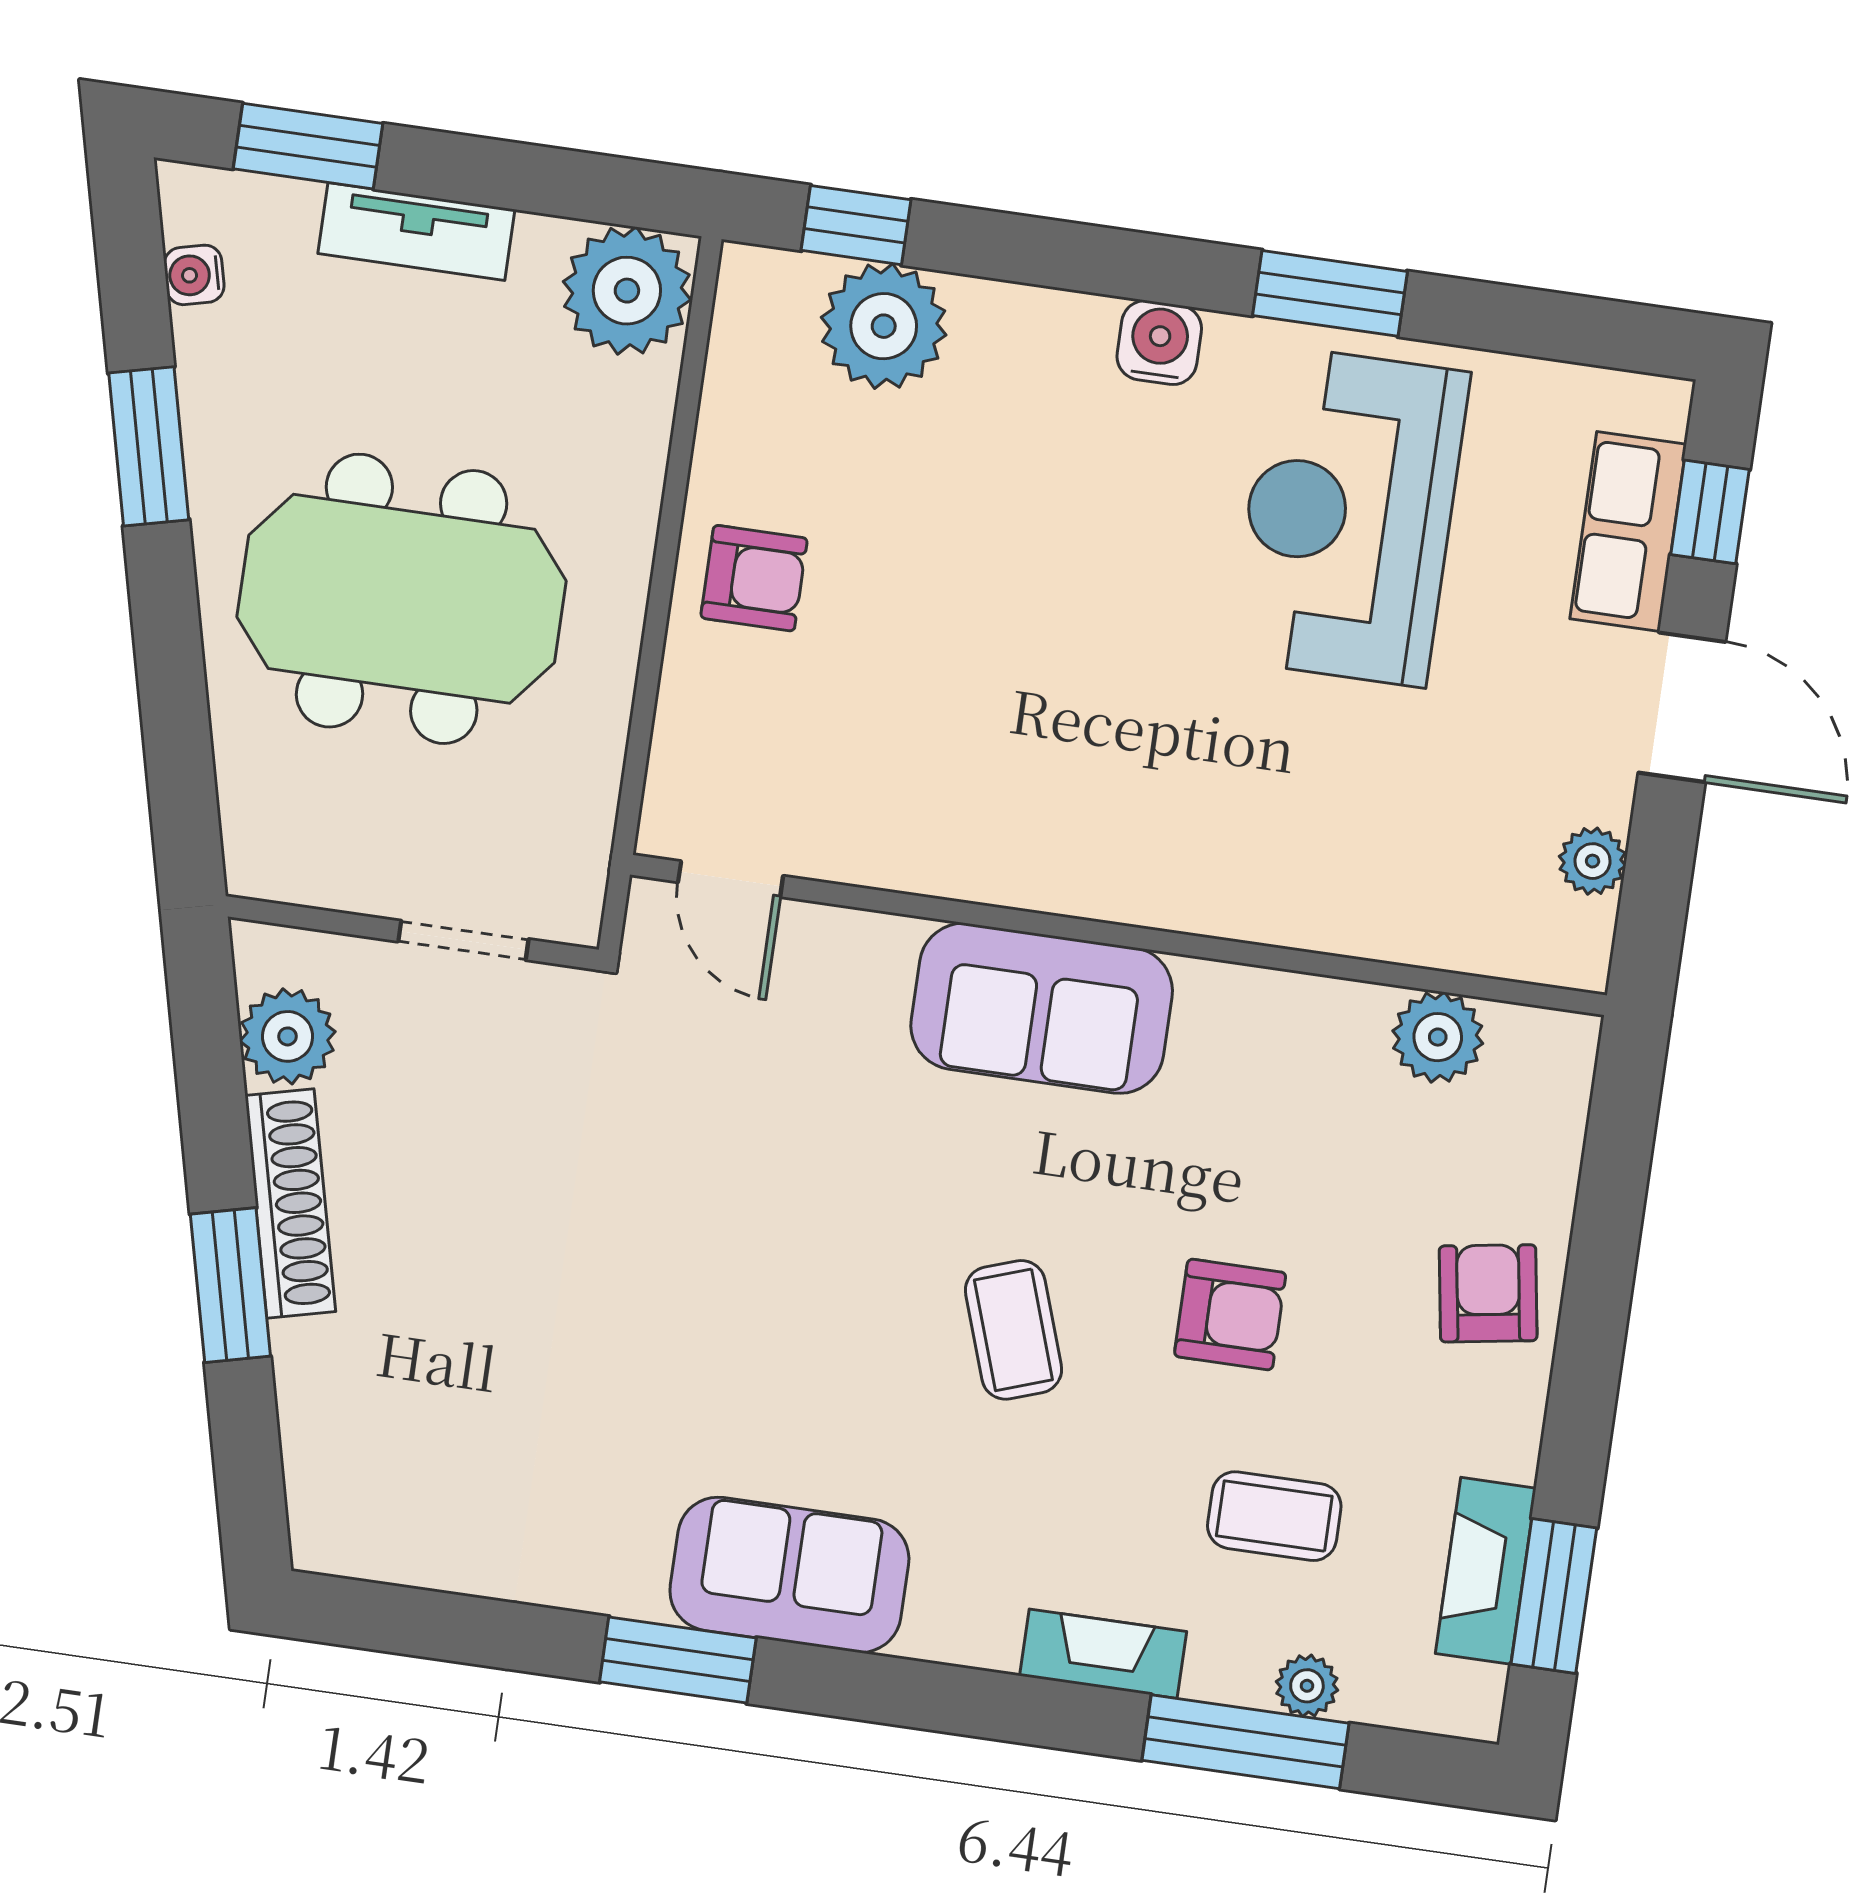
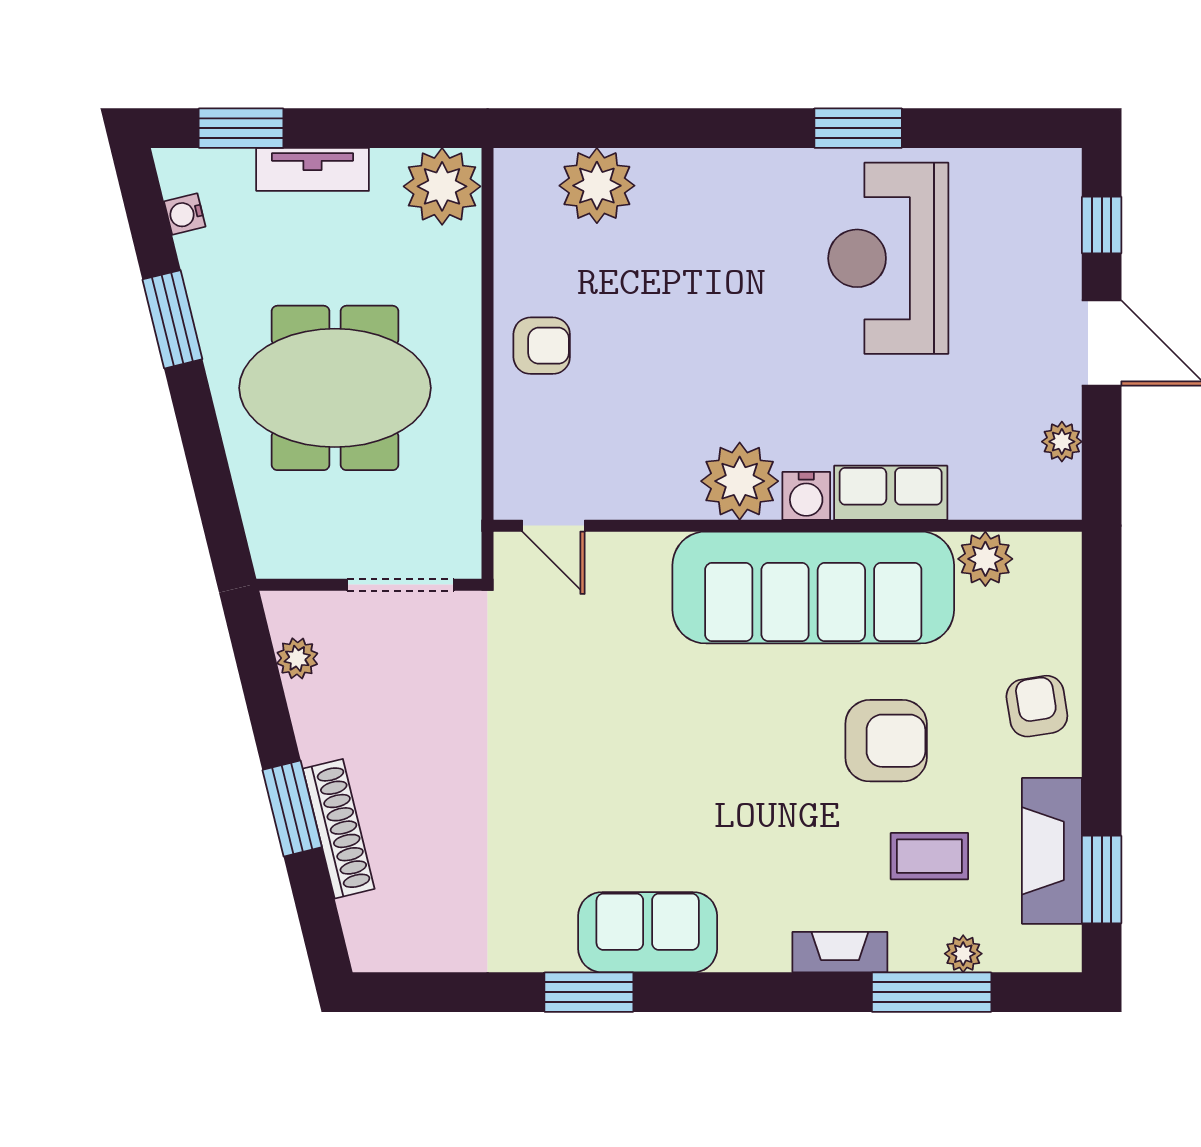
window: (856, 225) -> (572, 128), removed
water cooler: (1159, 343) -> (806, 496), moved, turned 180
row of seats: (1628, 532) -> (891, 493), moved, turned 90
plant: (1050, 850) -> (740, 481), added
doorway: (463, 940) -> (401, 585), width x1.38
sofa: (1042, 1008) -> (813, 587), width x1.85, depth x1.27
plant: (288, 1036) -> (297, 658), width x0.73, depth x0.73
shoe rack: (290, 1204) -> (339, 829), moved
armchair: (1230, 1315) -> (886, 741), width x1.38, depth x1.38
coffee table: (1013, 1330) -> (759, 768), removed
fireplace: (1486, 1571) -> (1052, 851), width x1.37, depth x1.32

